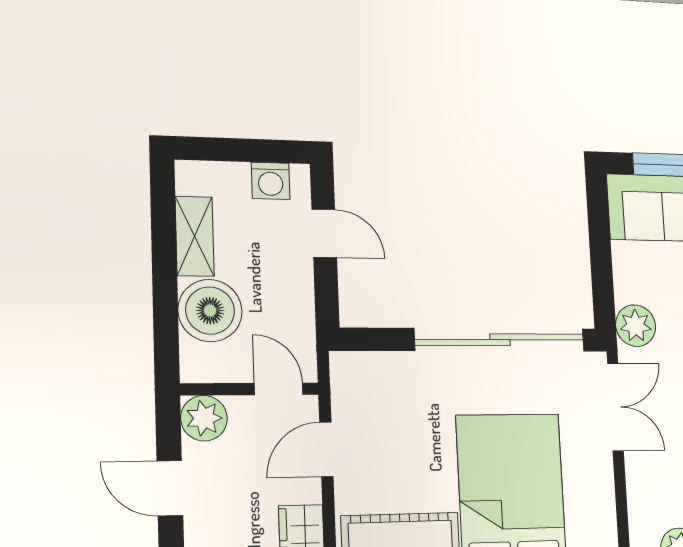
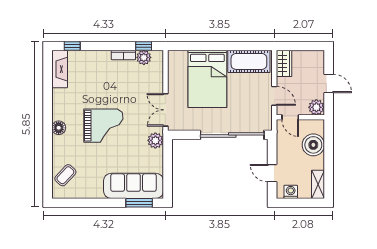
shelving: (195, 236) -> (318, 184), moved
sliding door: (500, 340) -> (232, 135), moved
door: (326, 449) -> (274, 96), hinge flipped

